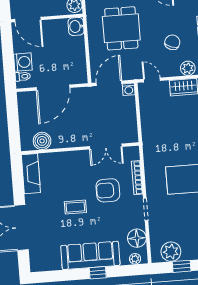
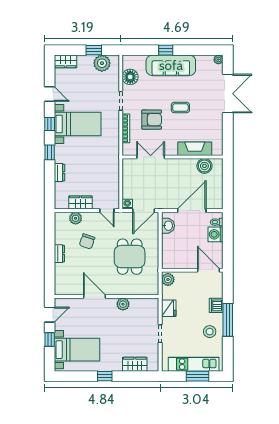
washbasin: (76, 26) -> (168, 226), moved
fireplace: (31, 174) -> (195, 149), moved, turned 90
plant: (135, 259) -> (218, 60), moved

